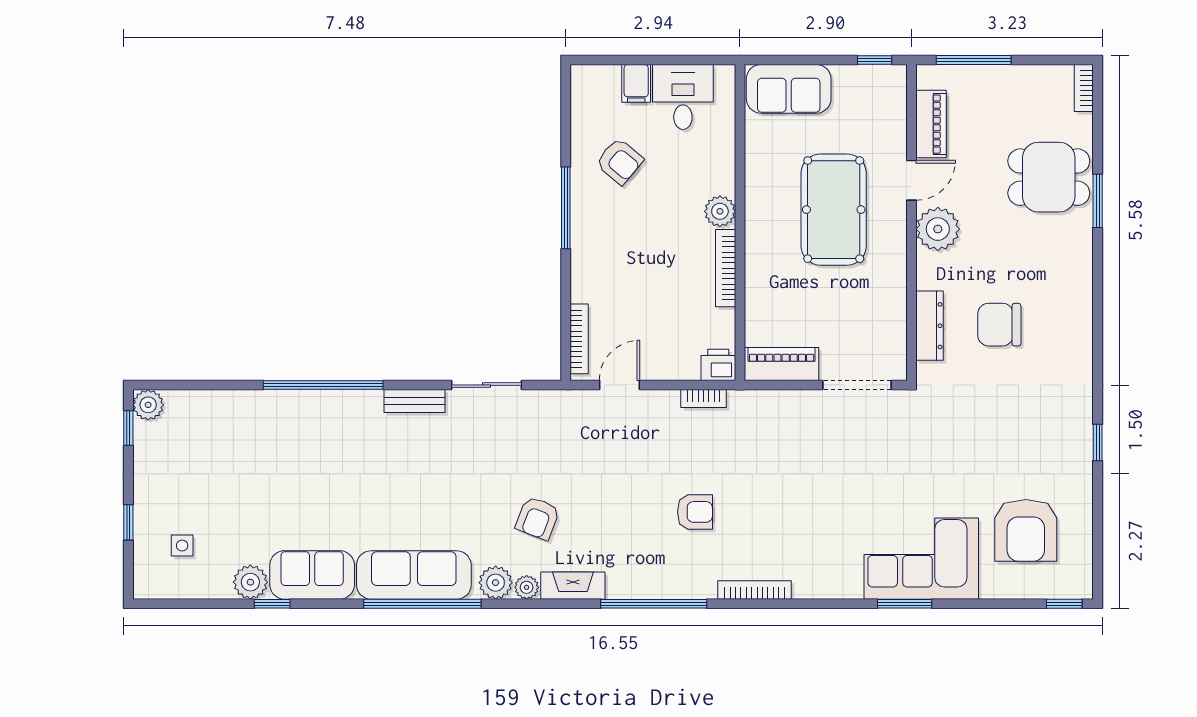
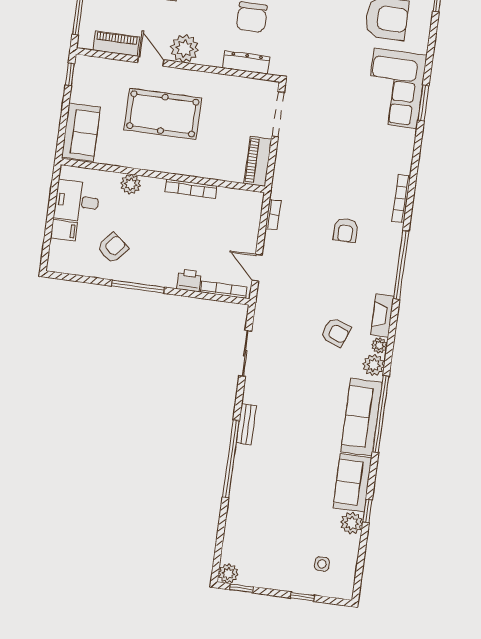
plant: (720, 211) -> (131, 184), moved
printer: (718, 365) -> (189, 280), moved, turned 90
bench: (414, 401) -> (246, 424), moved
armchair: (695, 512) -> (346, 230), turned 180

